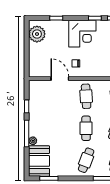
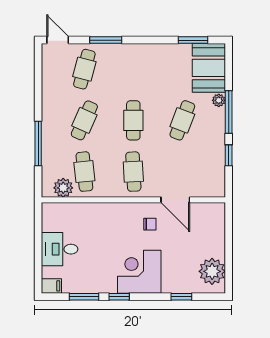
cafe table: (86, 160) -> (182, 120), moved

